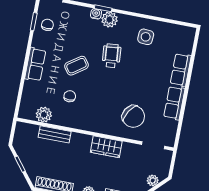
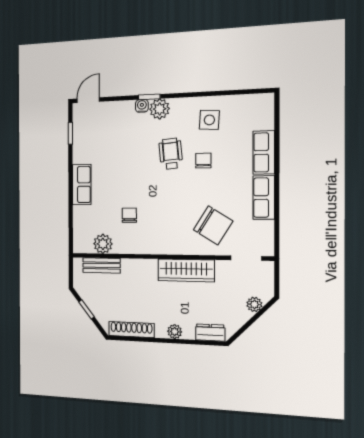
chair: (47, 25) -> (203, 161), moved
coffee table: (77, 66) -> (130, 176), removed
bench: (55, 134) -> (101, 265), moved
wardrobe: (106, 147) -> (186, 270), width x1.50

